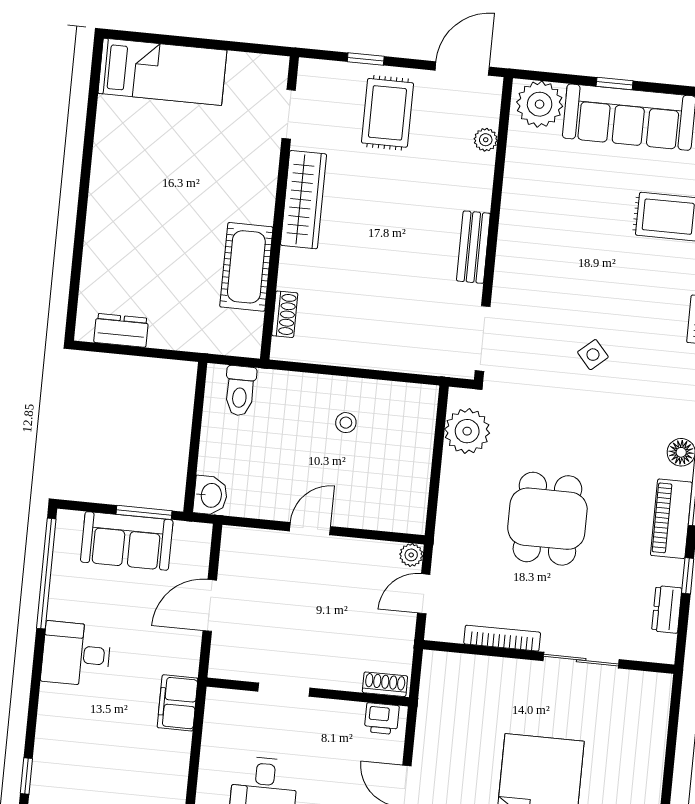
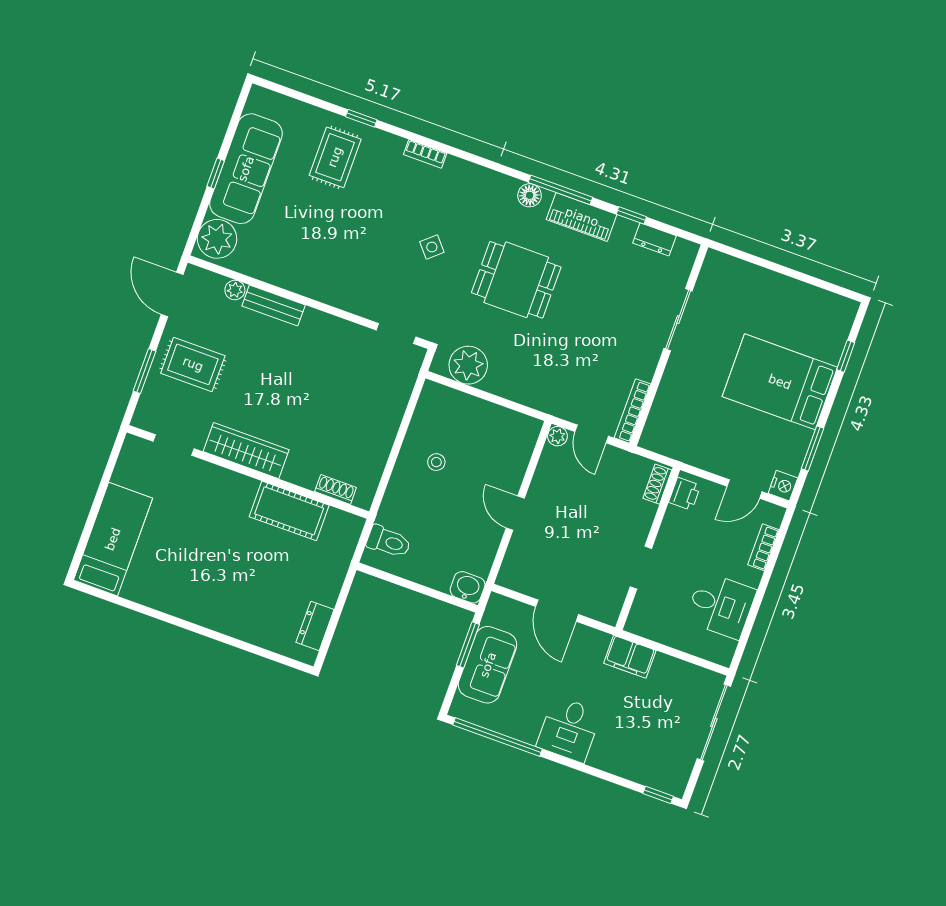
window: (366, 59) -> (145, 371), width x1.50
bench: (473, 247) -> (274, 305), moved
doorway: (483, 338) -> (396, 333), width x0.73
dining table: (547, 519) -> (516, 280), moved
bookcase: (502, 638) -> (632, 411), moved

